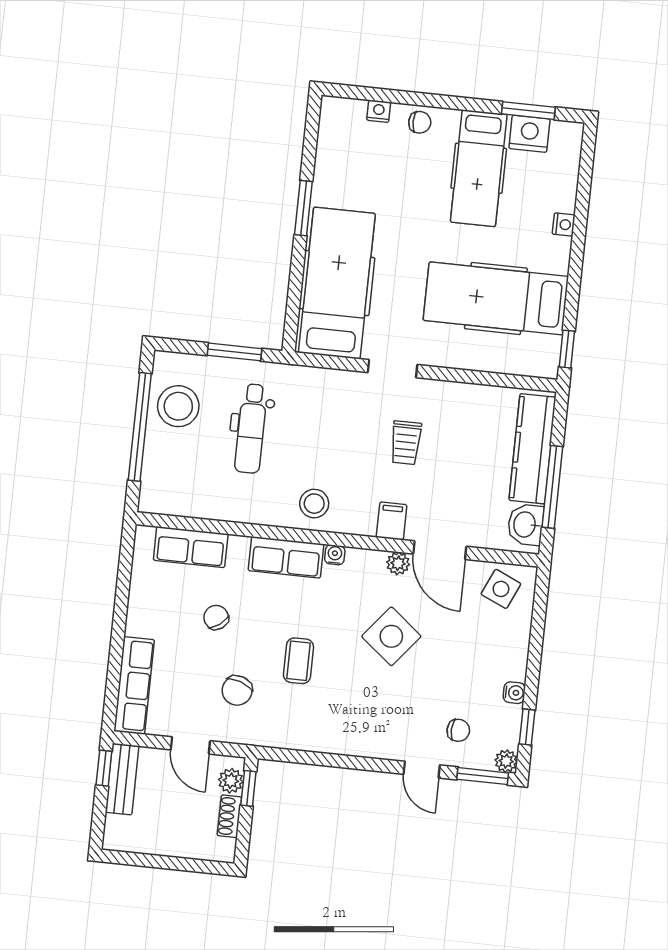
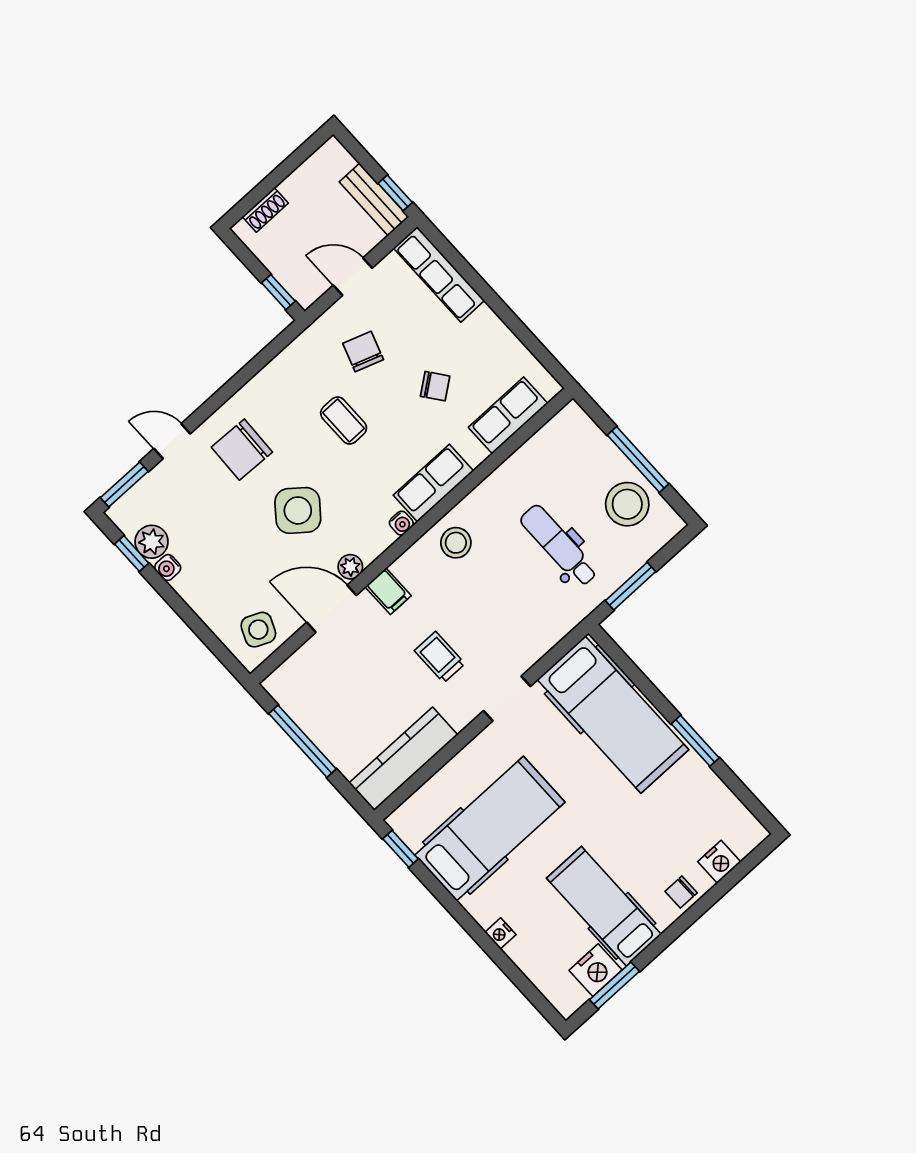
nightstand: (379, 111) -> (719, 862), width x1.39, depth x1.35
window: (140, 427) -> (638, 460), width x0.68
kitchen counter: (532, 449) -> (403, 759), moved, turned -90
washbasin: (526, 525) -> (292, 694), removed
chair: (458, 730) -> (242, 450), moved, width x1.87, depth x1.87
plant: (506, 761) -> (152, 542), moved, width x1.38, depth x1.38
plant: (231, 781) -> (297, 284), removed
shoe rack: (229, 816) -> (265, 210), moved, turned 90

